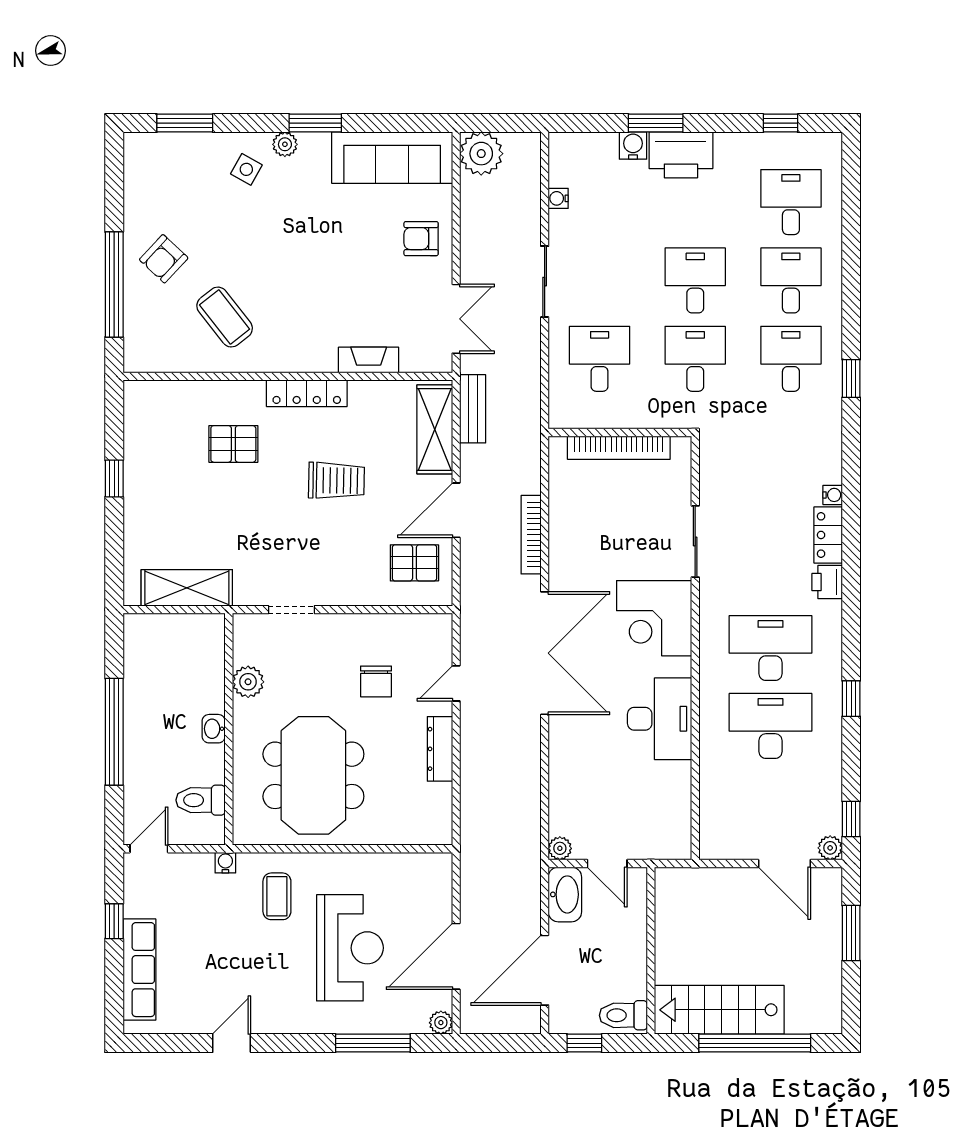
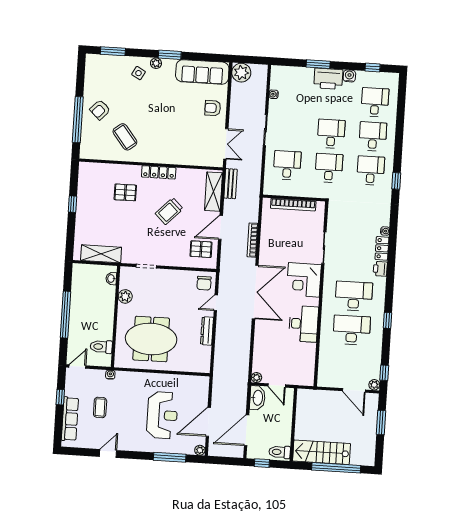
water cooler: (633, 146) -> (349, 76), moved
fireplace: (369, 360) -> (187, 160), removed
trolley: (336, 480) -> (169, 211), turned 133
chair: (376, 681) -> (204, 283), moved
washbasin: (214, 729) -> (111, 279), moved
meeting table: (313, 775) -> (151, 339), turned 90
coffee table: (277, 896) -> (100, 407), moved

